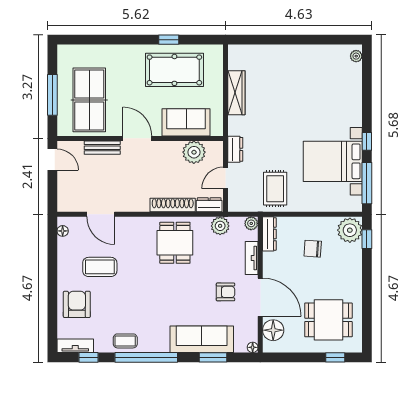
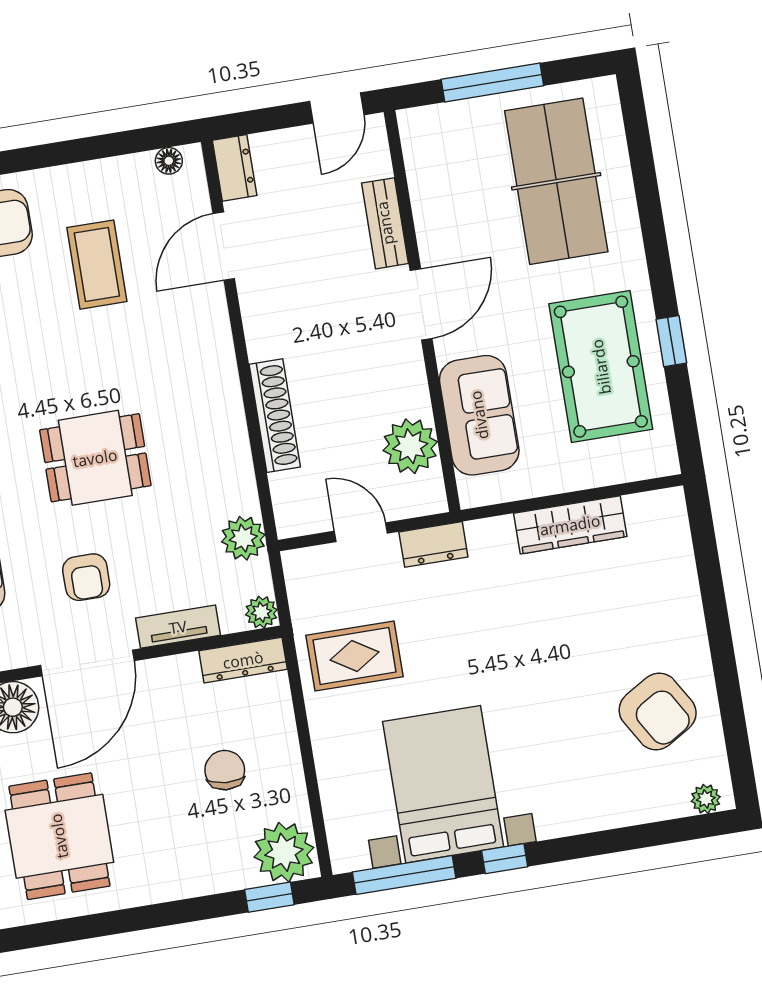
armchair: (318, 70) -> (658, 711), added
table tennis table: (89, 100) -> (556, 181), moved, turned 90
dresser: (209, 205) -> (235, 168), moved
dining table: (175, 243) -> (95, 458), moved

